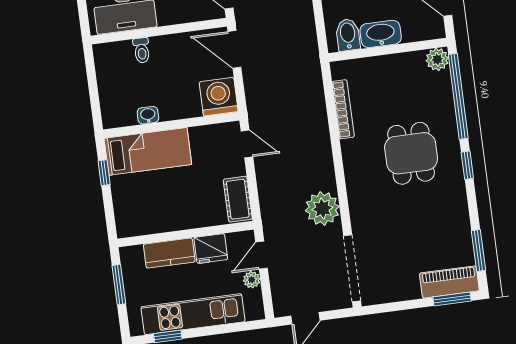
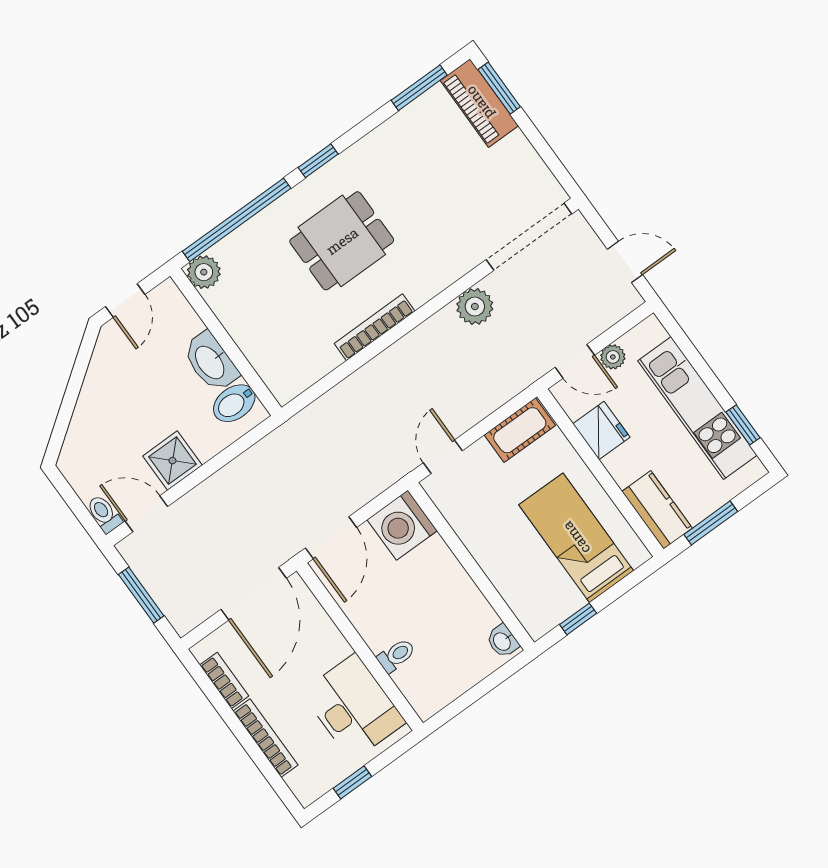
bookcase: (343, 109) -> (375, 327), moved
washbasin: (148, 115) -> (502, 641), moved
bed: (148, 151) -> (576, 538), moved
plant: (322, 209) -> (475, 307), width x0.73, depth x0.73
kitchen counter: (169, 253) -> (657, 510), moved

